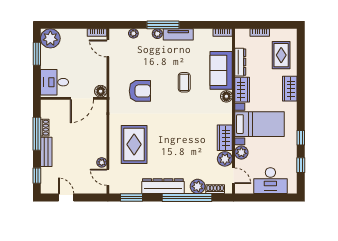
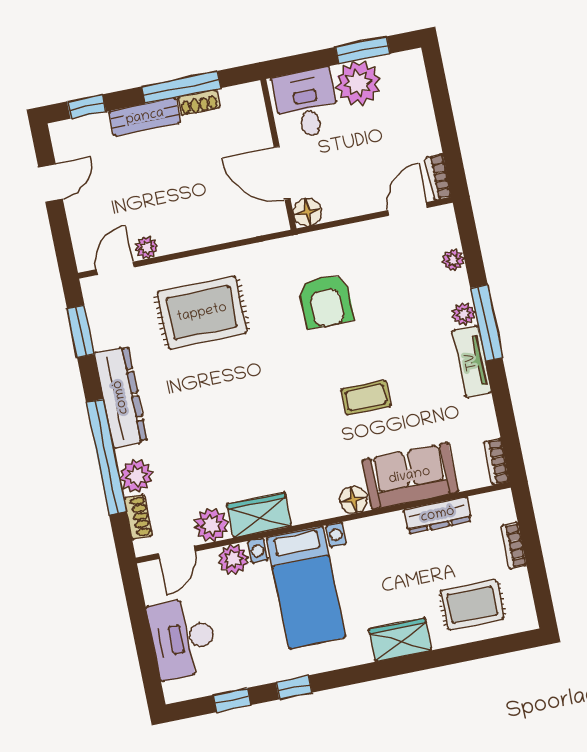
plant: (50, 38) -> (358, 83), moved
wardrobe: (242, 90) -> (376, 532), removed

